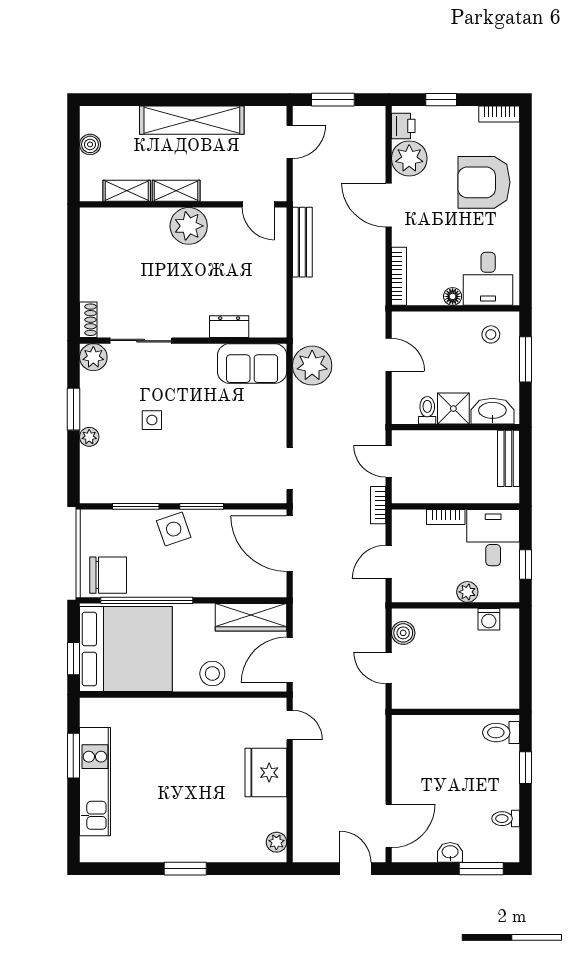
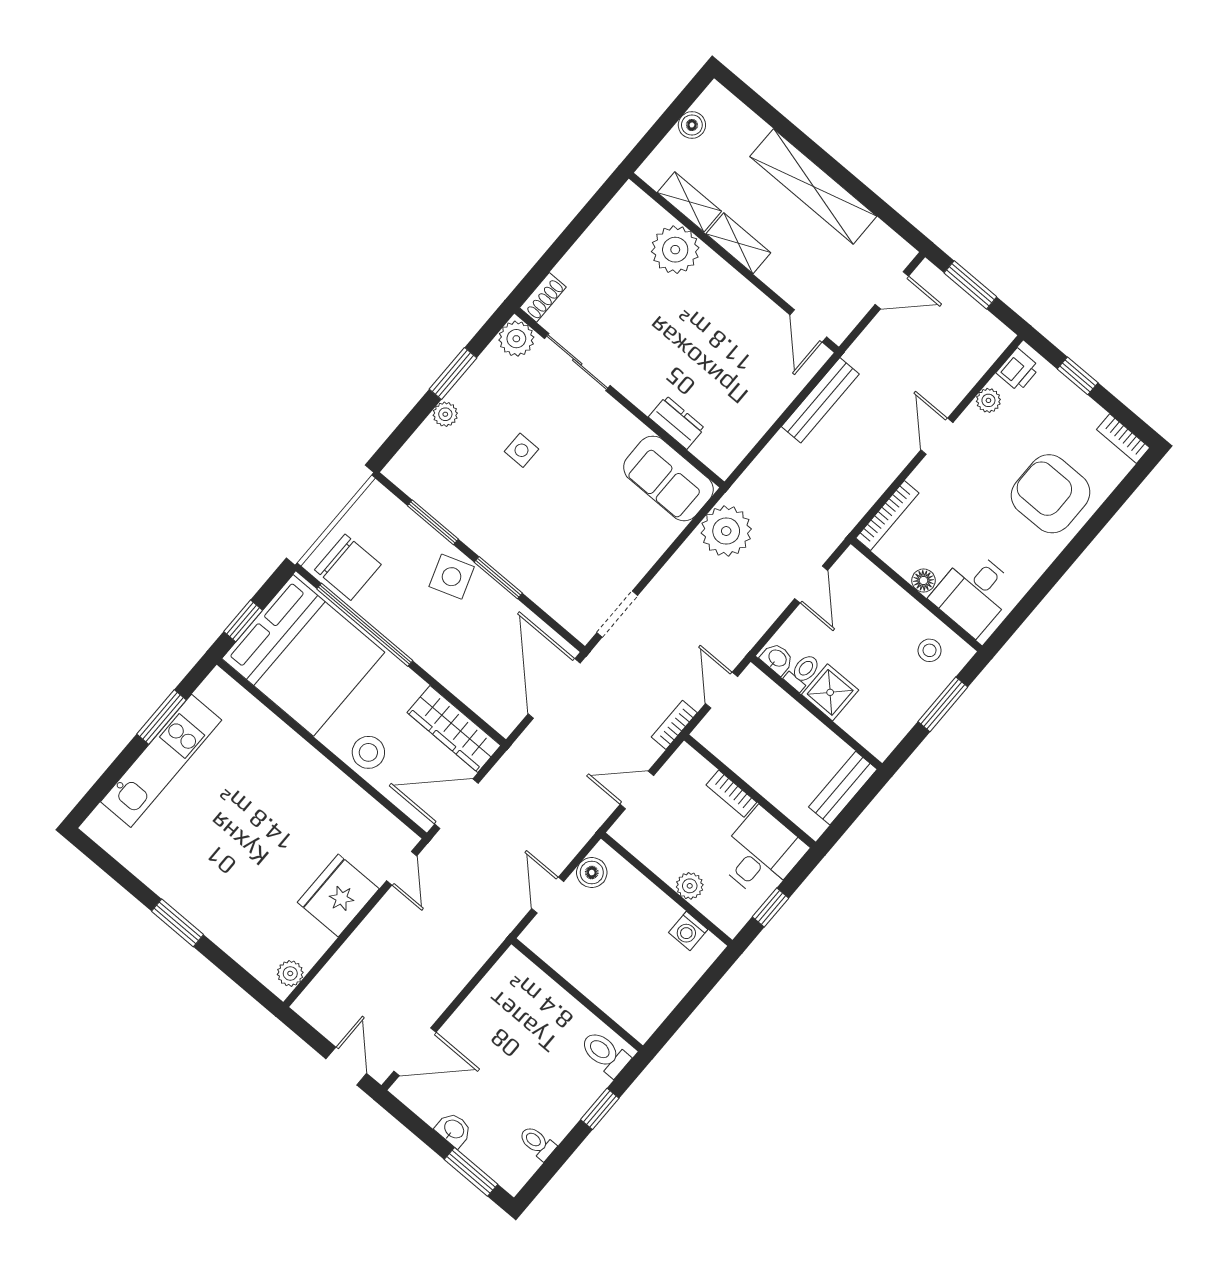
plant: (409, 158) -> (988, 400), width x0.53, depth x0.53
door: (389, 205) -> (937, 436), width x0.73
plant: (189, 226) -> (675, 250), moved
washbasin: (492, 411) -> (777, 659), moved, width x0.52, depth x0.69

